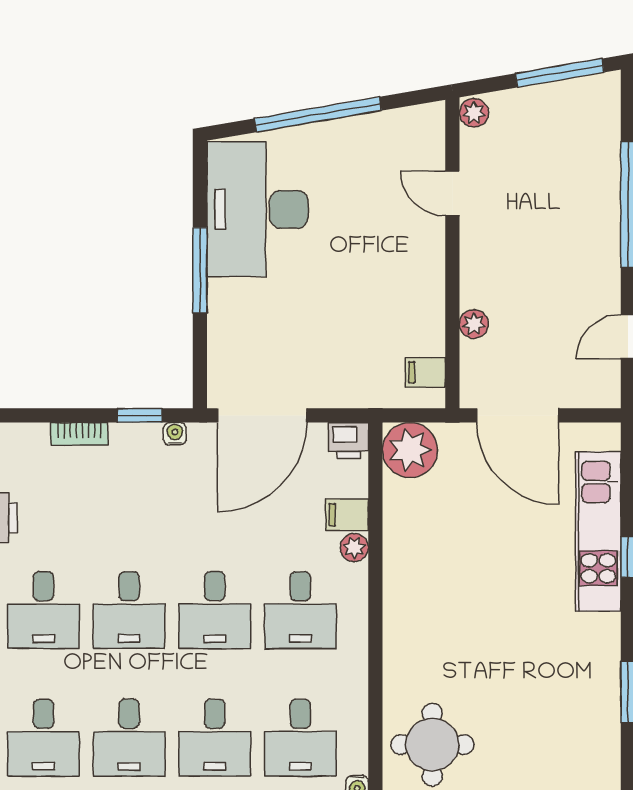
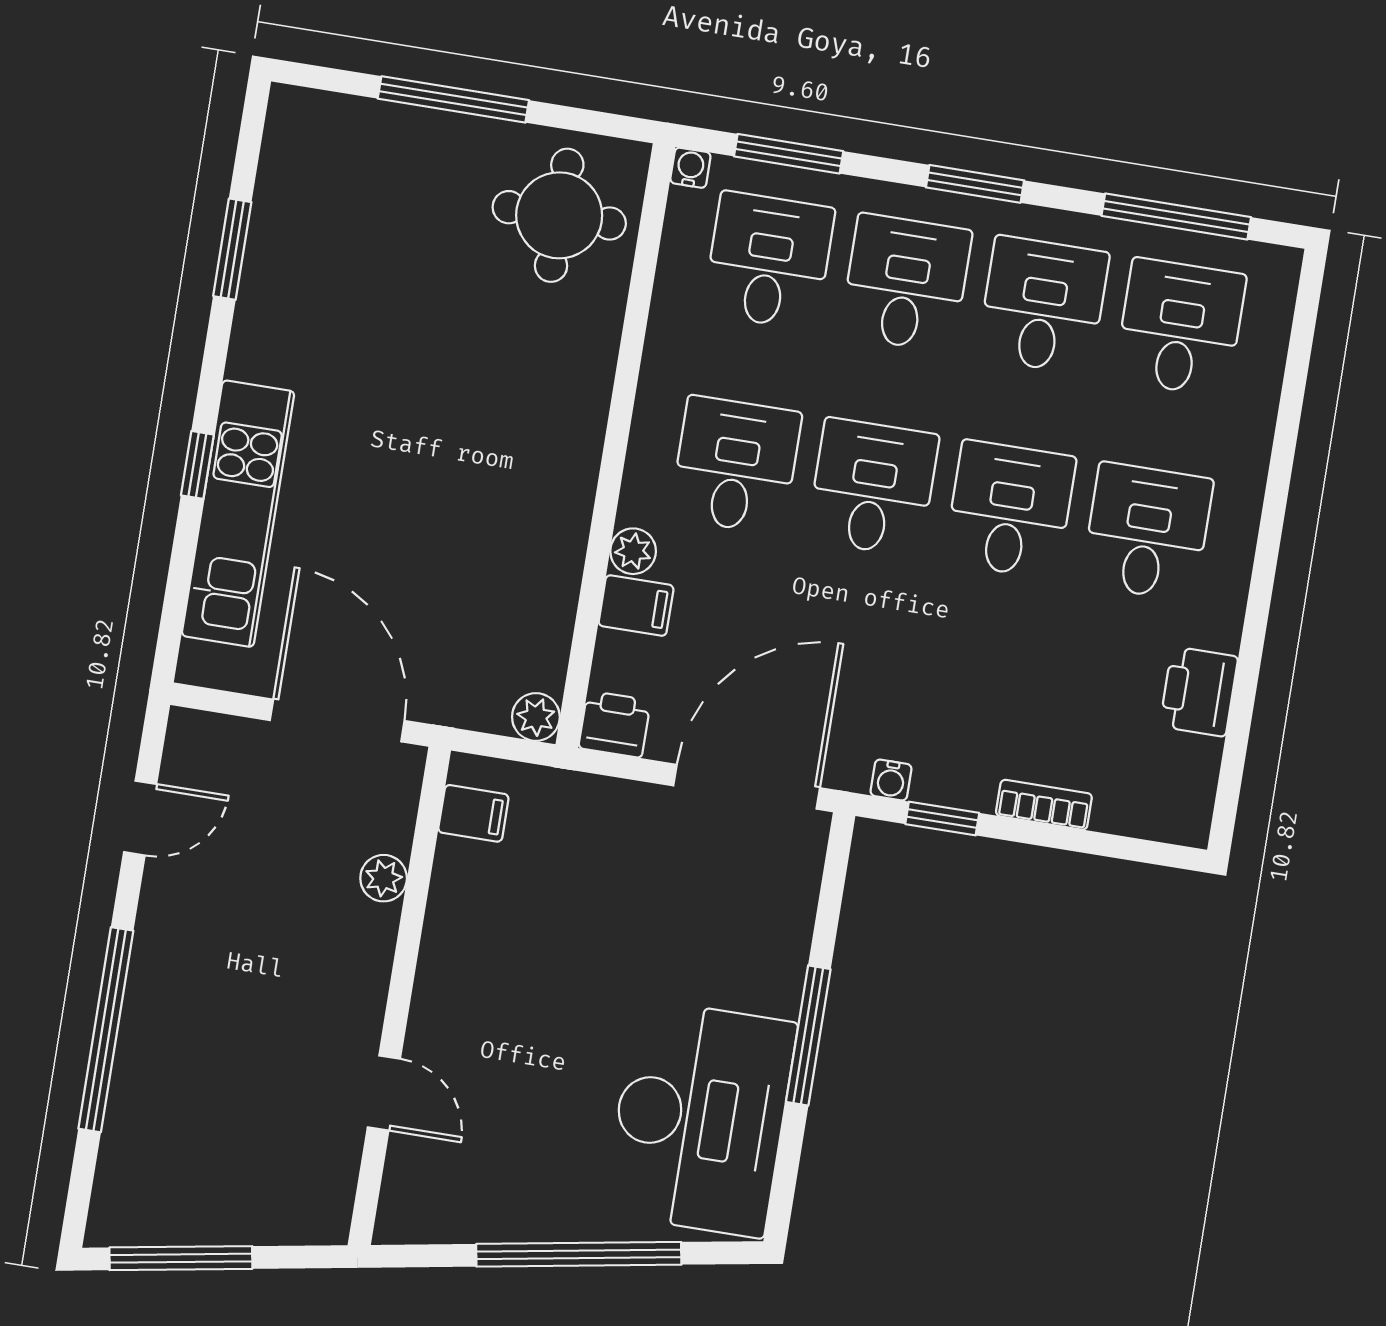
plant: (474, 113) -> (329, 1217), removed
plant: (410, 450) -> (536, 717), width x0.53, depth x0.53

